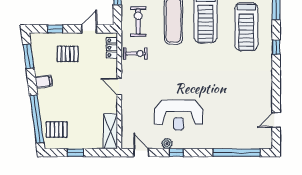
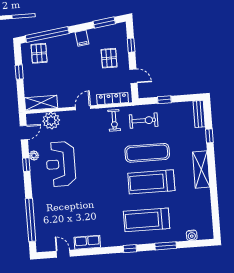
locker: (112, 48) -> (113, 99), width x1.53
row of seats: (266, 93) -> (87, 242), added
plant: (131, 122) -> (51, 121), added

